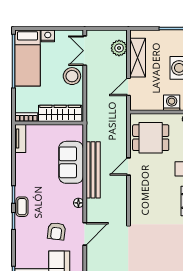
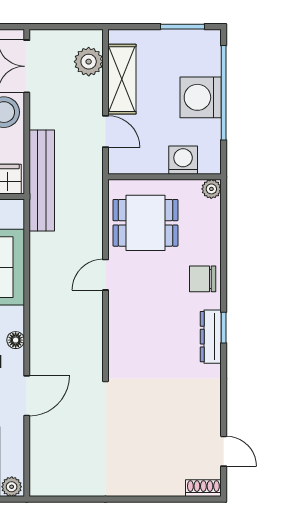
door: (128, 87) -> (105, 131), swing flipped
bench: (93, 170) -> (42, 180), moved

